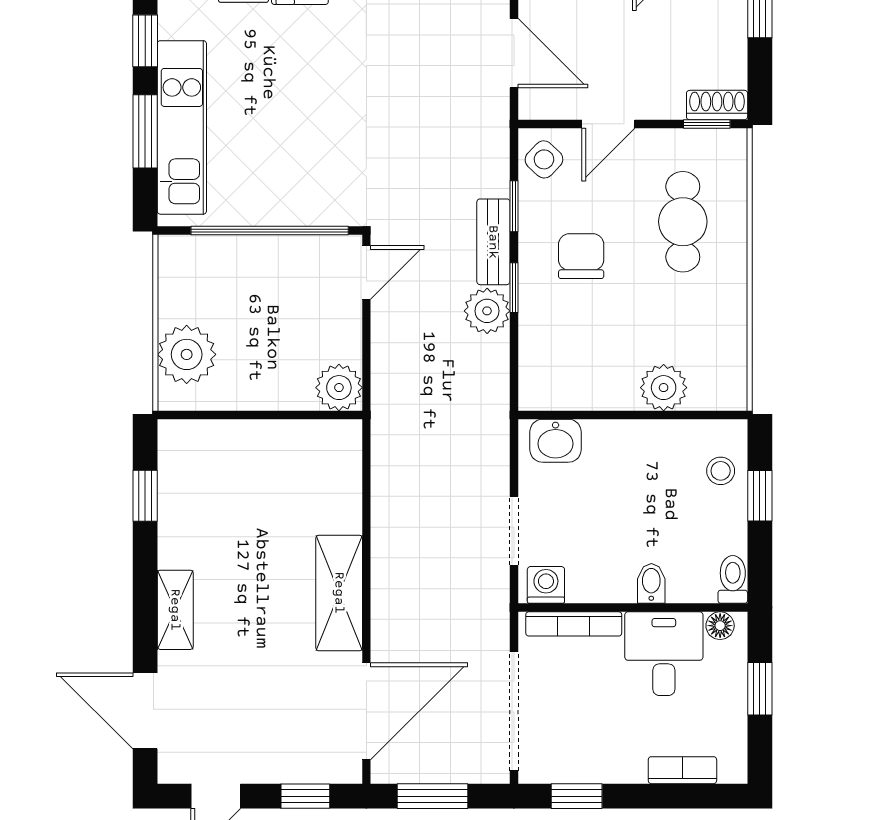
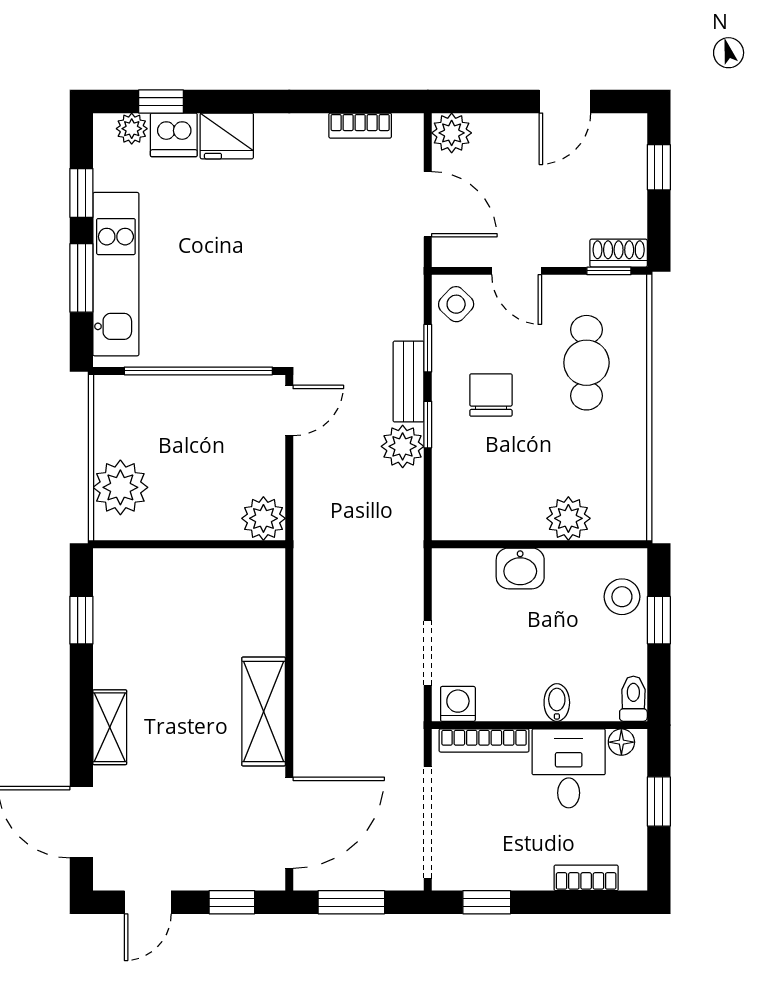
door: (608, 124) -> (517, 271), hinge flipped
washbasin: (556, 441) -> (520, 568), moved
stool: (721, 471) -> (622, 597), width x1.37, depth x1.37

